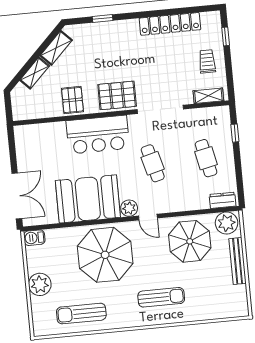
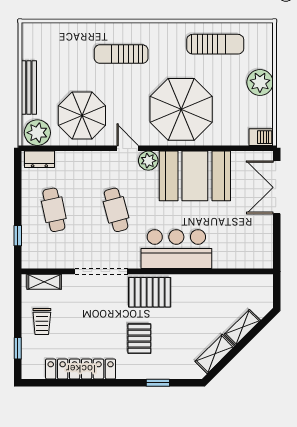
pallet: (72, 100) -> (139, 339), moved

